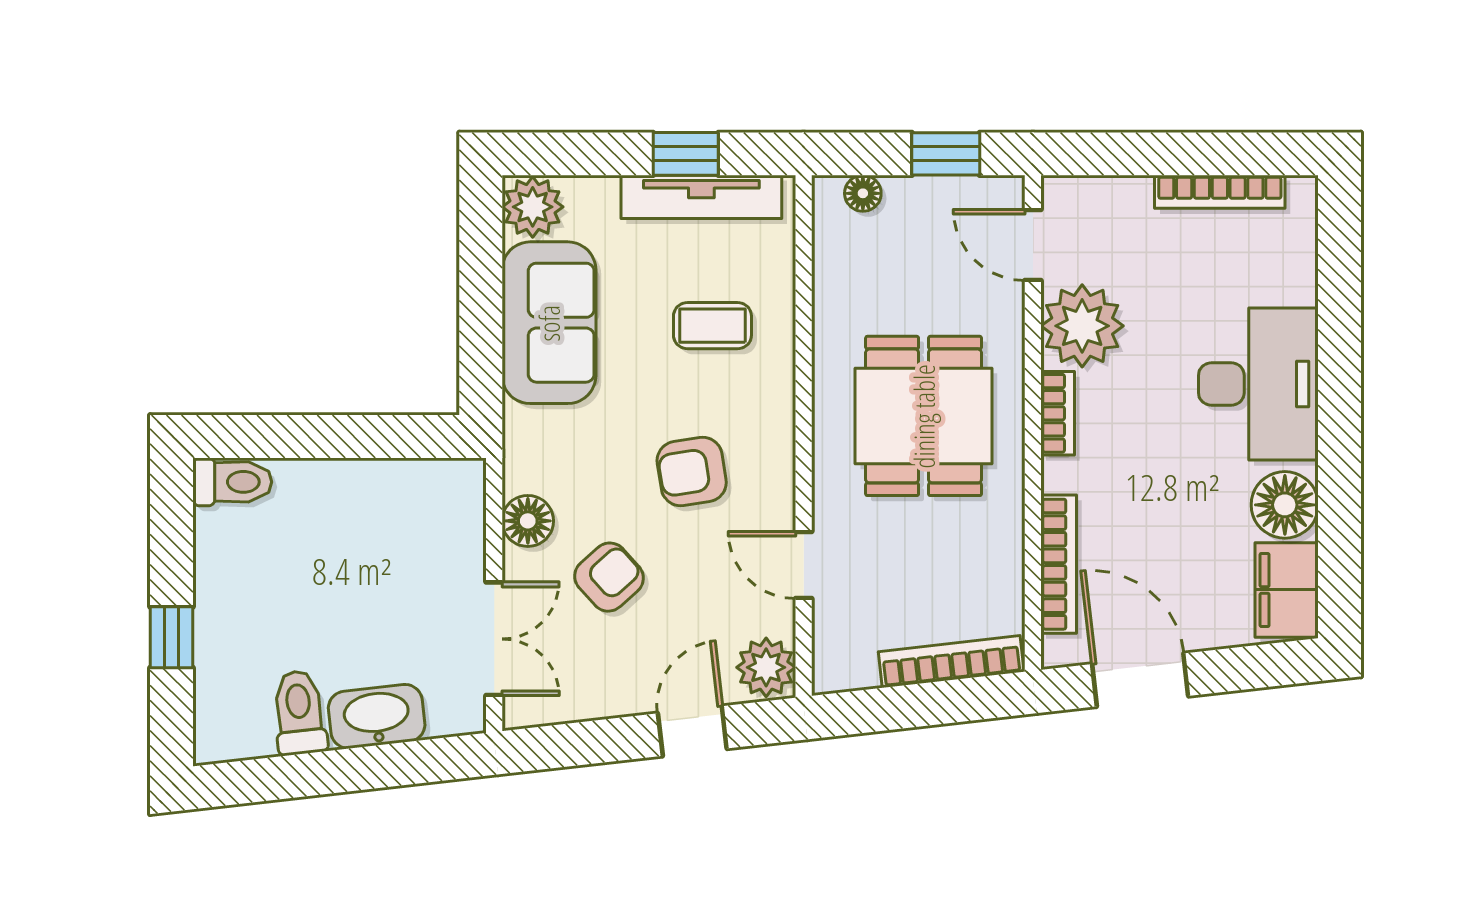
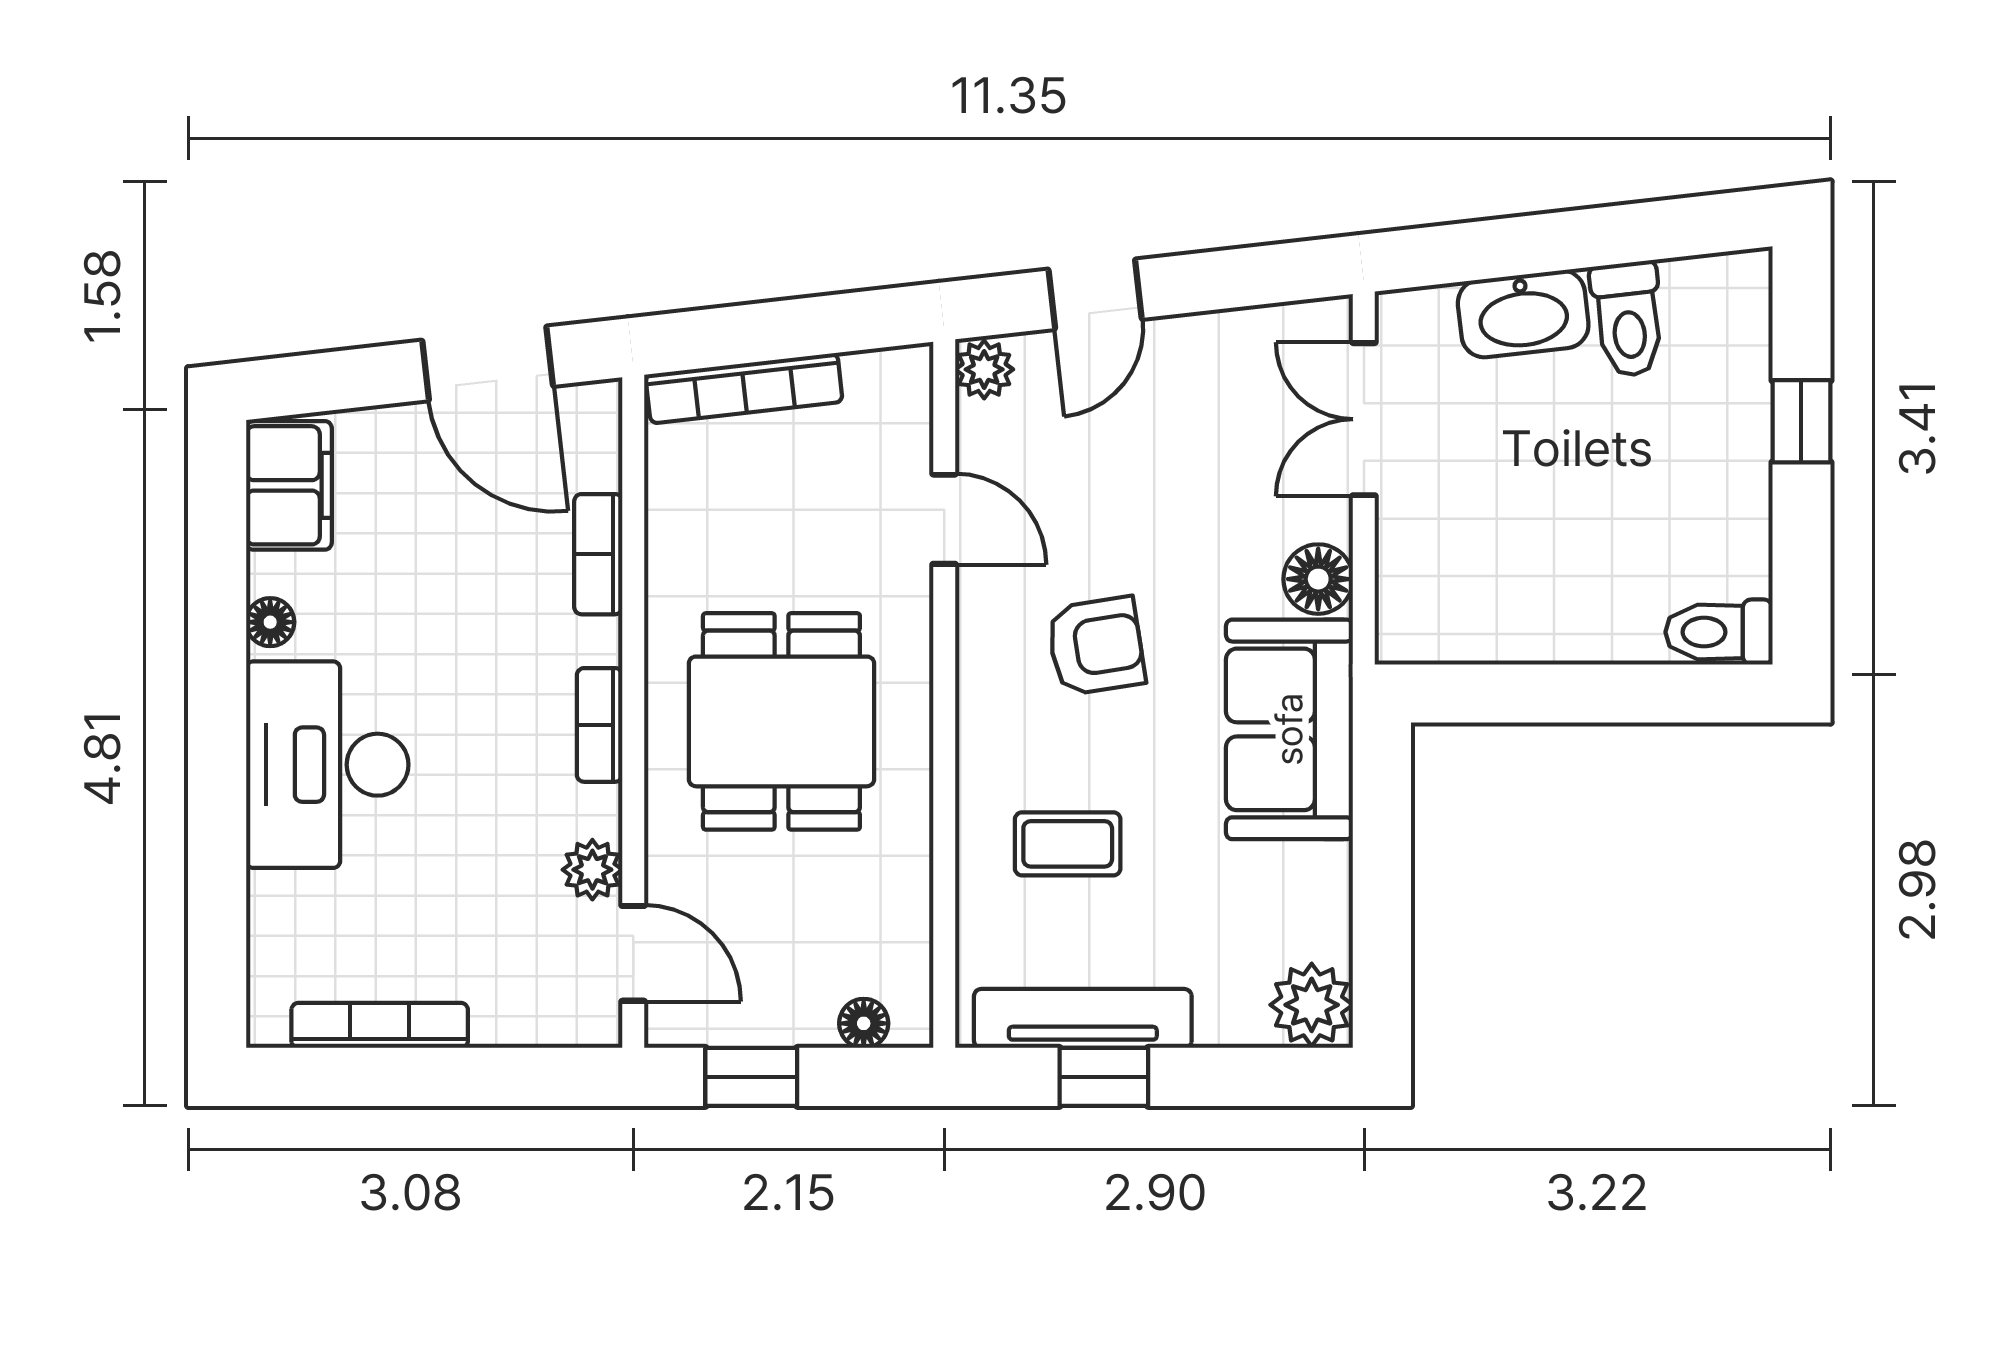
sofa: (549, 323) -> (1289, 729), moved
plant: (1082, 326) -> (592, 870), width x0.53, depth x0.53
floor lamp: (1285, 505) -> (270, 622), width x0.53, depth x0.53
bookcase: (1059, 564) -> (598, 554), width x0.64
armchair: (609, 577) -> (1208, 503), removed
plant: (766, 667) -> (984, 369), width x0.73, depth x0.73

